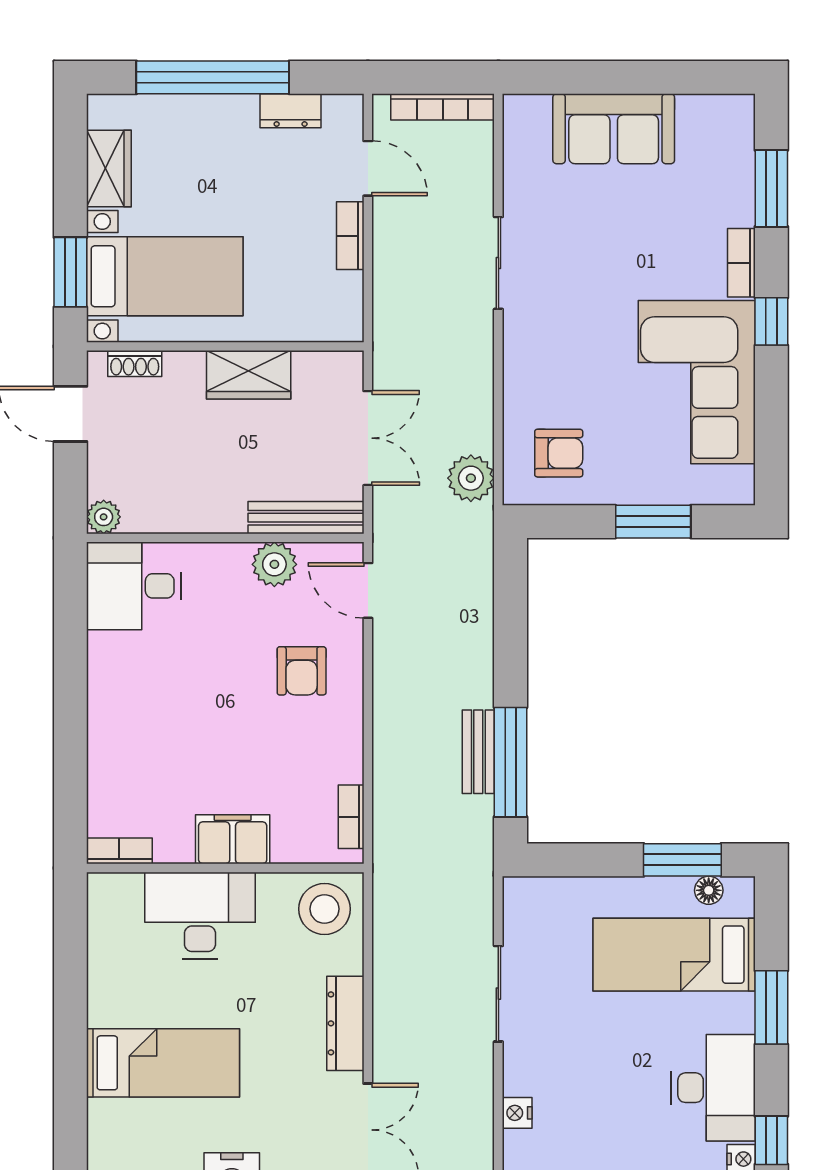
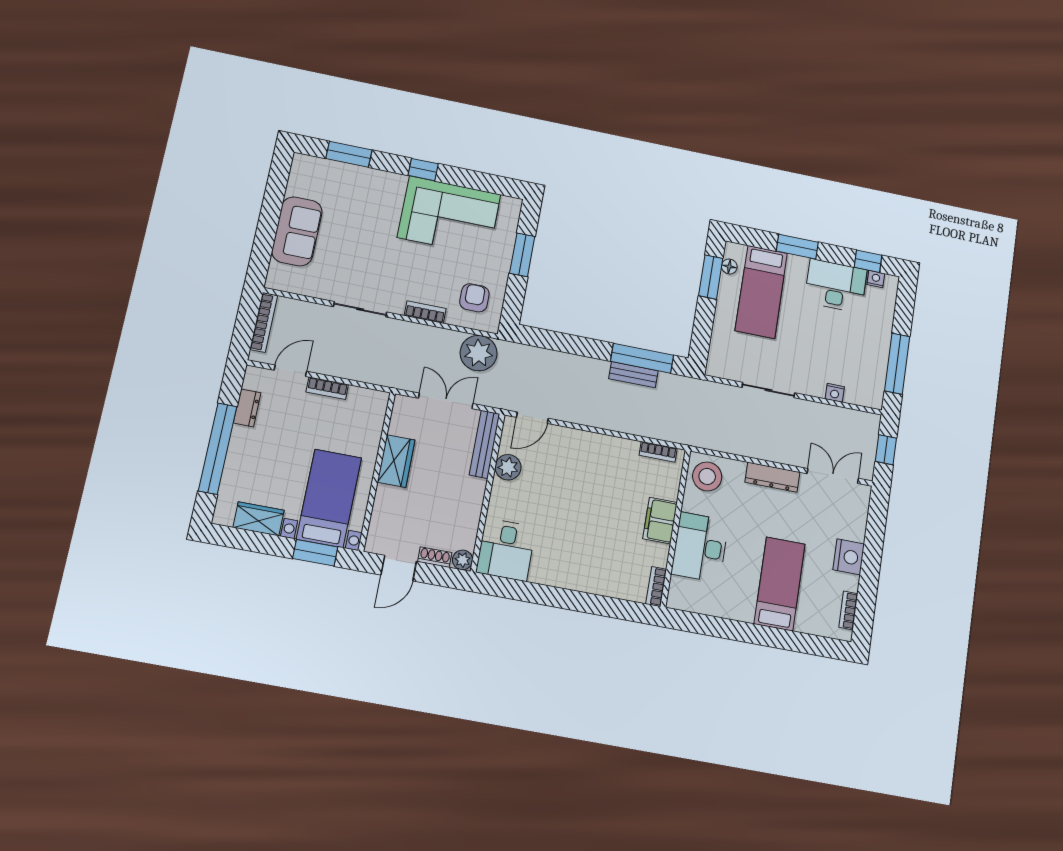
bookcase: (741, 263) -> (425, 312), moved, turned 180
shoe rack: (135, 364) -> (435, 557), moved, turned -90
plant: (471, 478) -> (479, 353), width x1.36, depth x1.36
armchair: (302, 671) -> (571, 464), removed

